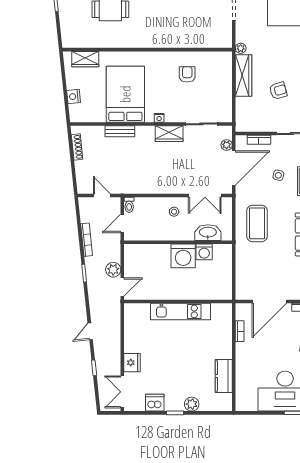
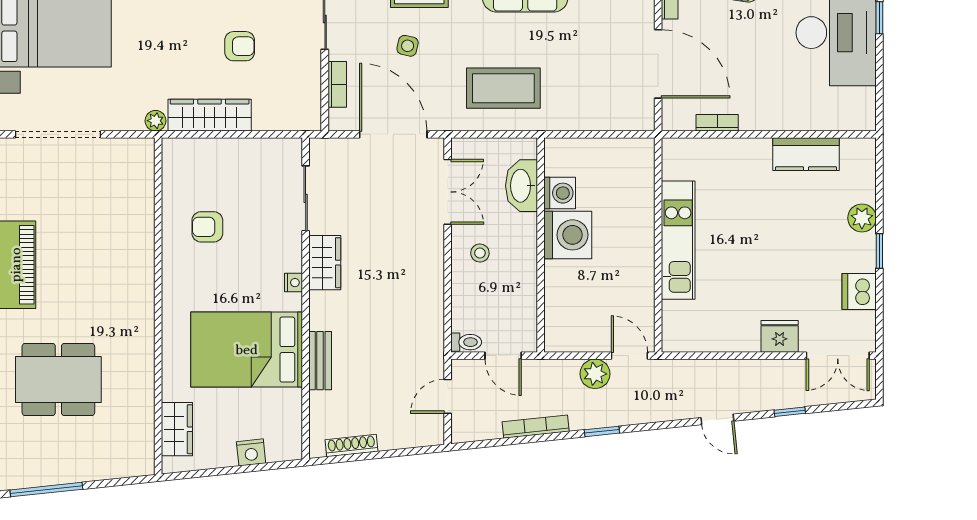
armchair: (278, 91) -> (240, 46), turned 106
plant: (227, 145) -> (347, 149), removed

